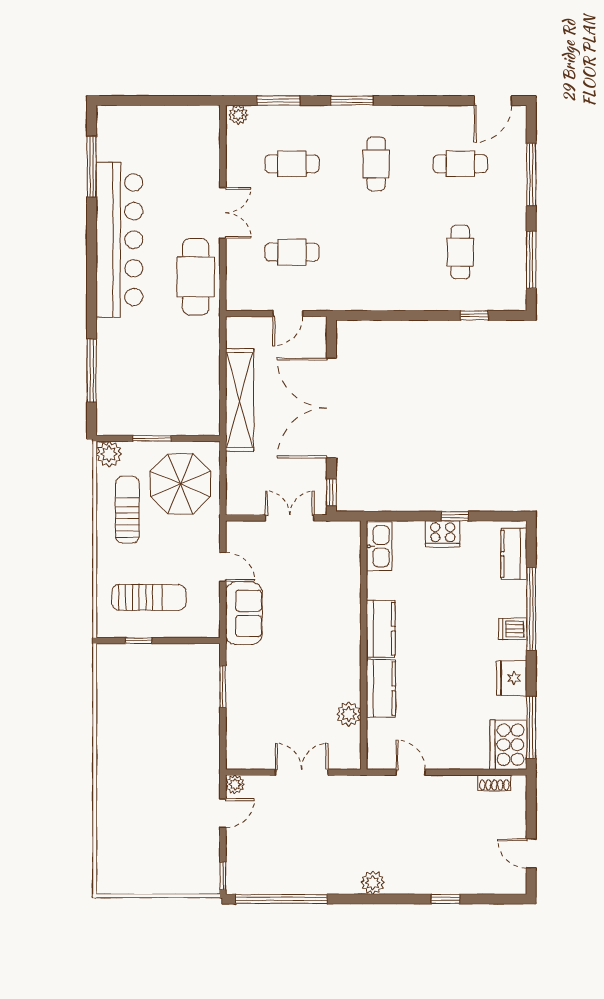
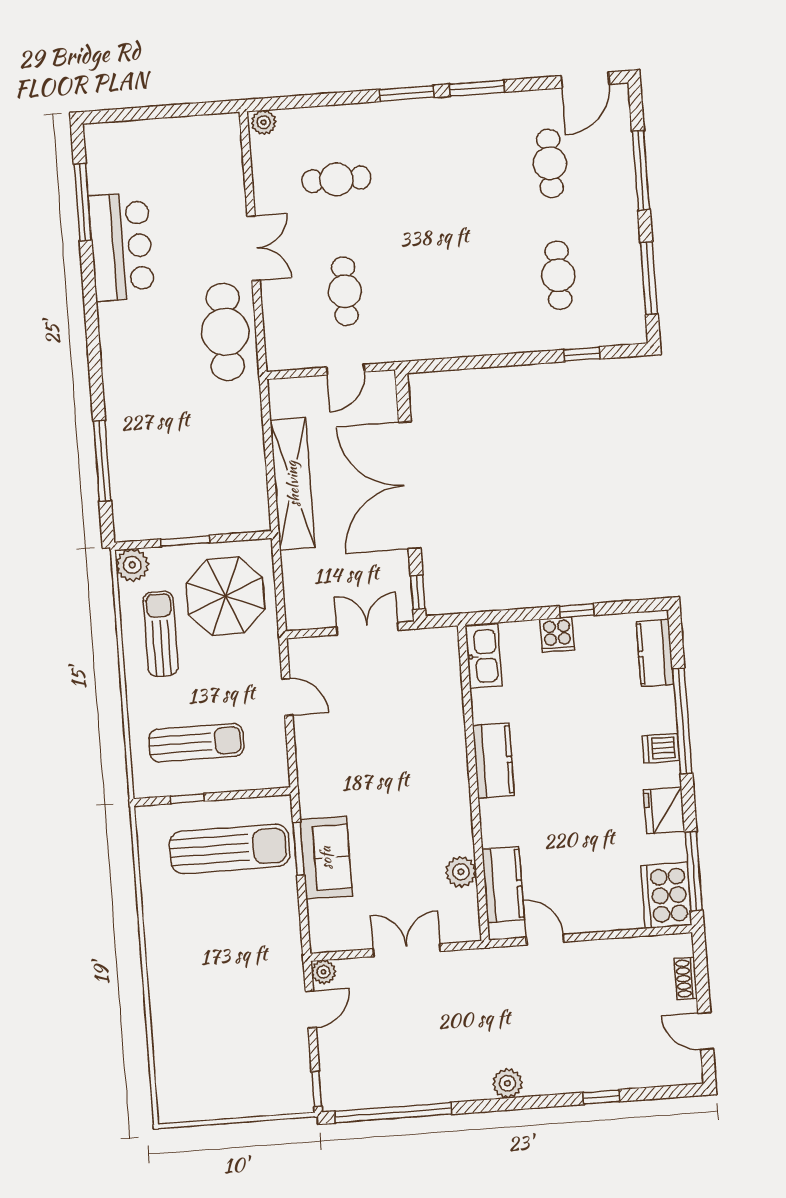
window: (278, 101) -> (477, 88), moved
cafe table: (376, 164) -> (443, 171), removed
cafe table: (460, 164) -> (550, 163), turned 90
bar counter: (119, 240) -> (121, 247), width x0.54
cafe table: (292, 252) -> (345, 291), turned 90
cooker: (443, 534) -> (557, 635), width x0.73
sofa: (244, 613) -> (326, 858), moved
sun lounger: (169, 682) -> (230, 849), added
kitchen counter: (381, 688) -> (503, 884), moved
shoe rack: (494, 783) -> (686, 978), moved, turned 90

